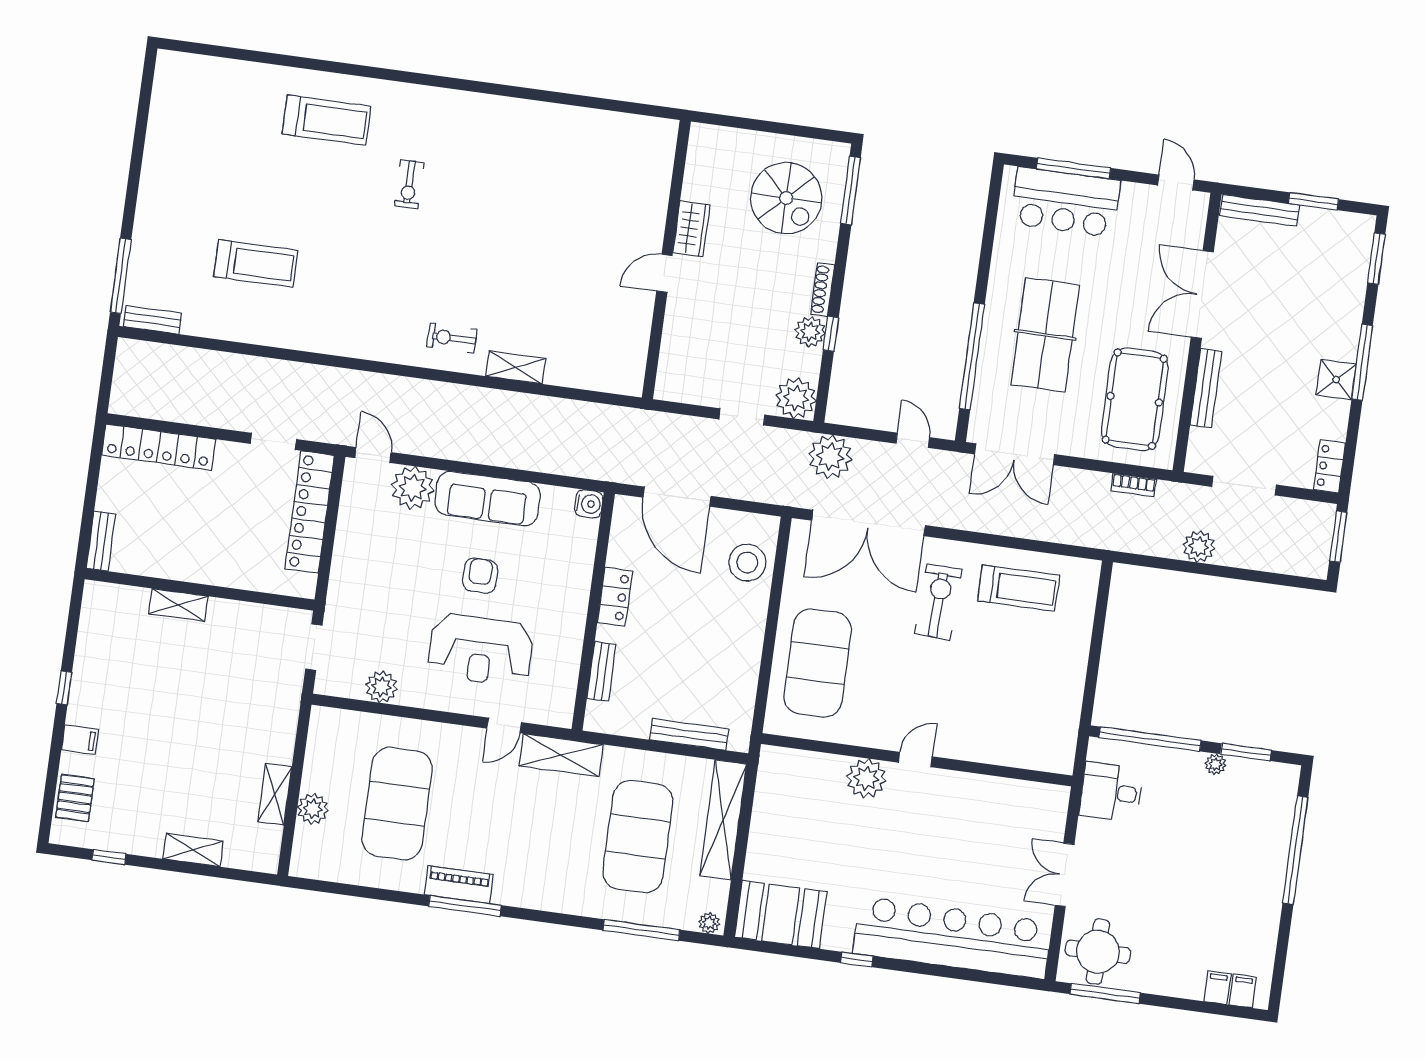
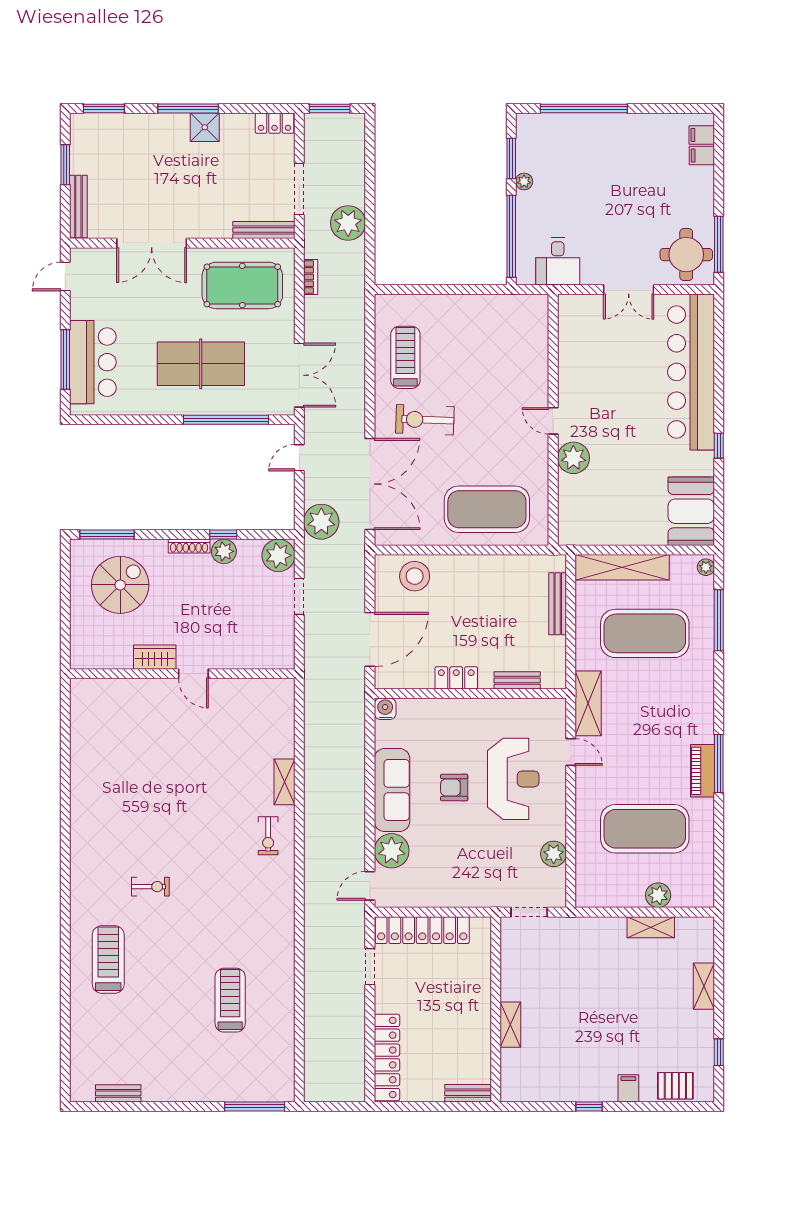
bench: (152, 320) -> (118, 1093), moved, turned 90
bench: (1206, 388) -> (264, 230), moved
plant: (1199, 547) -> (348, 223), width x1.36, depth x1.36

